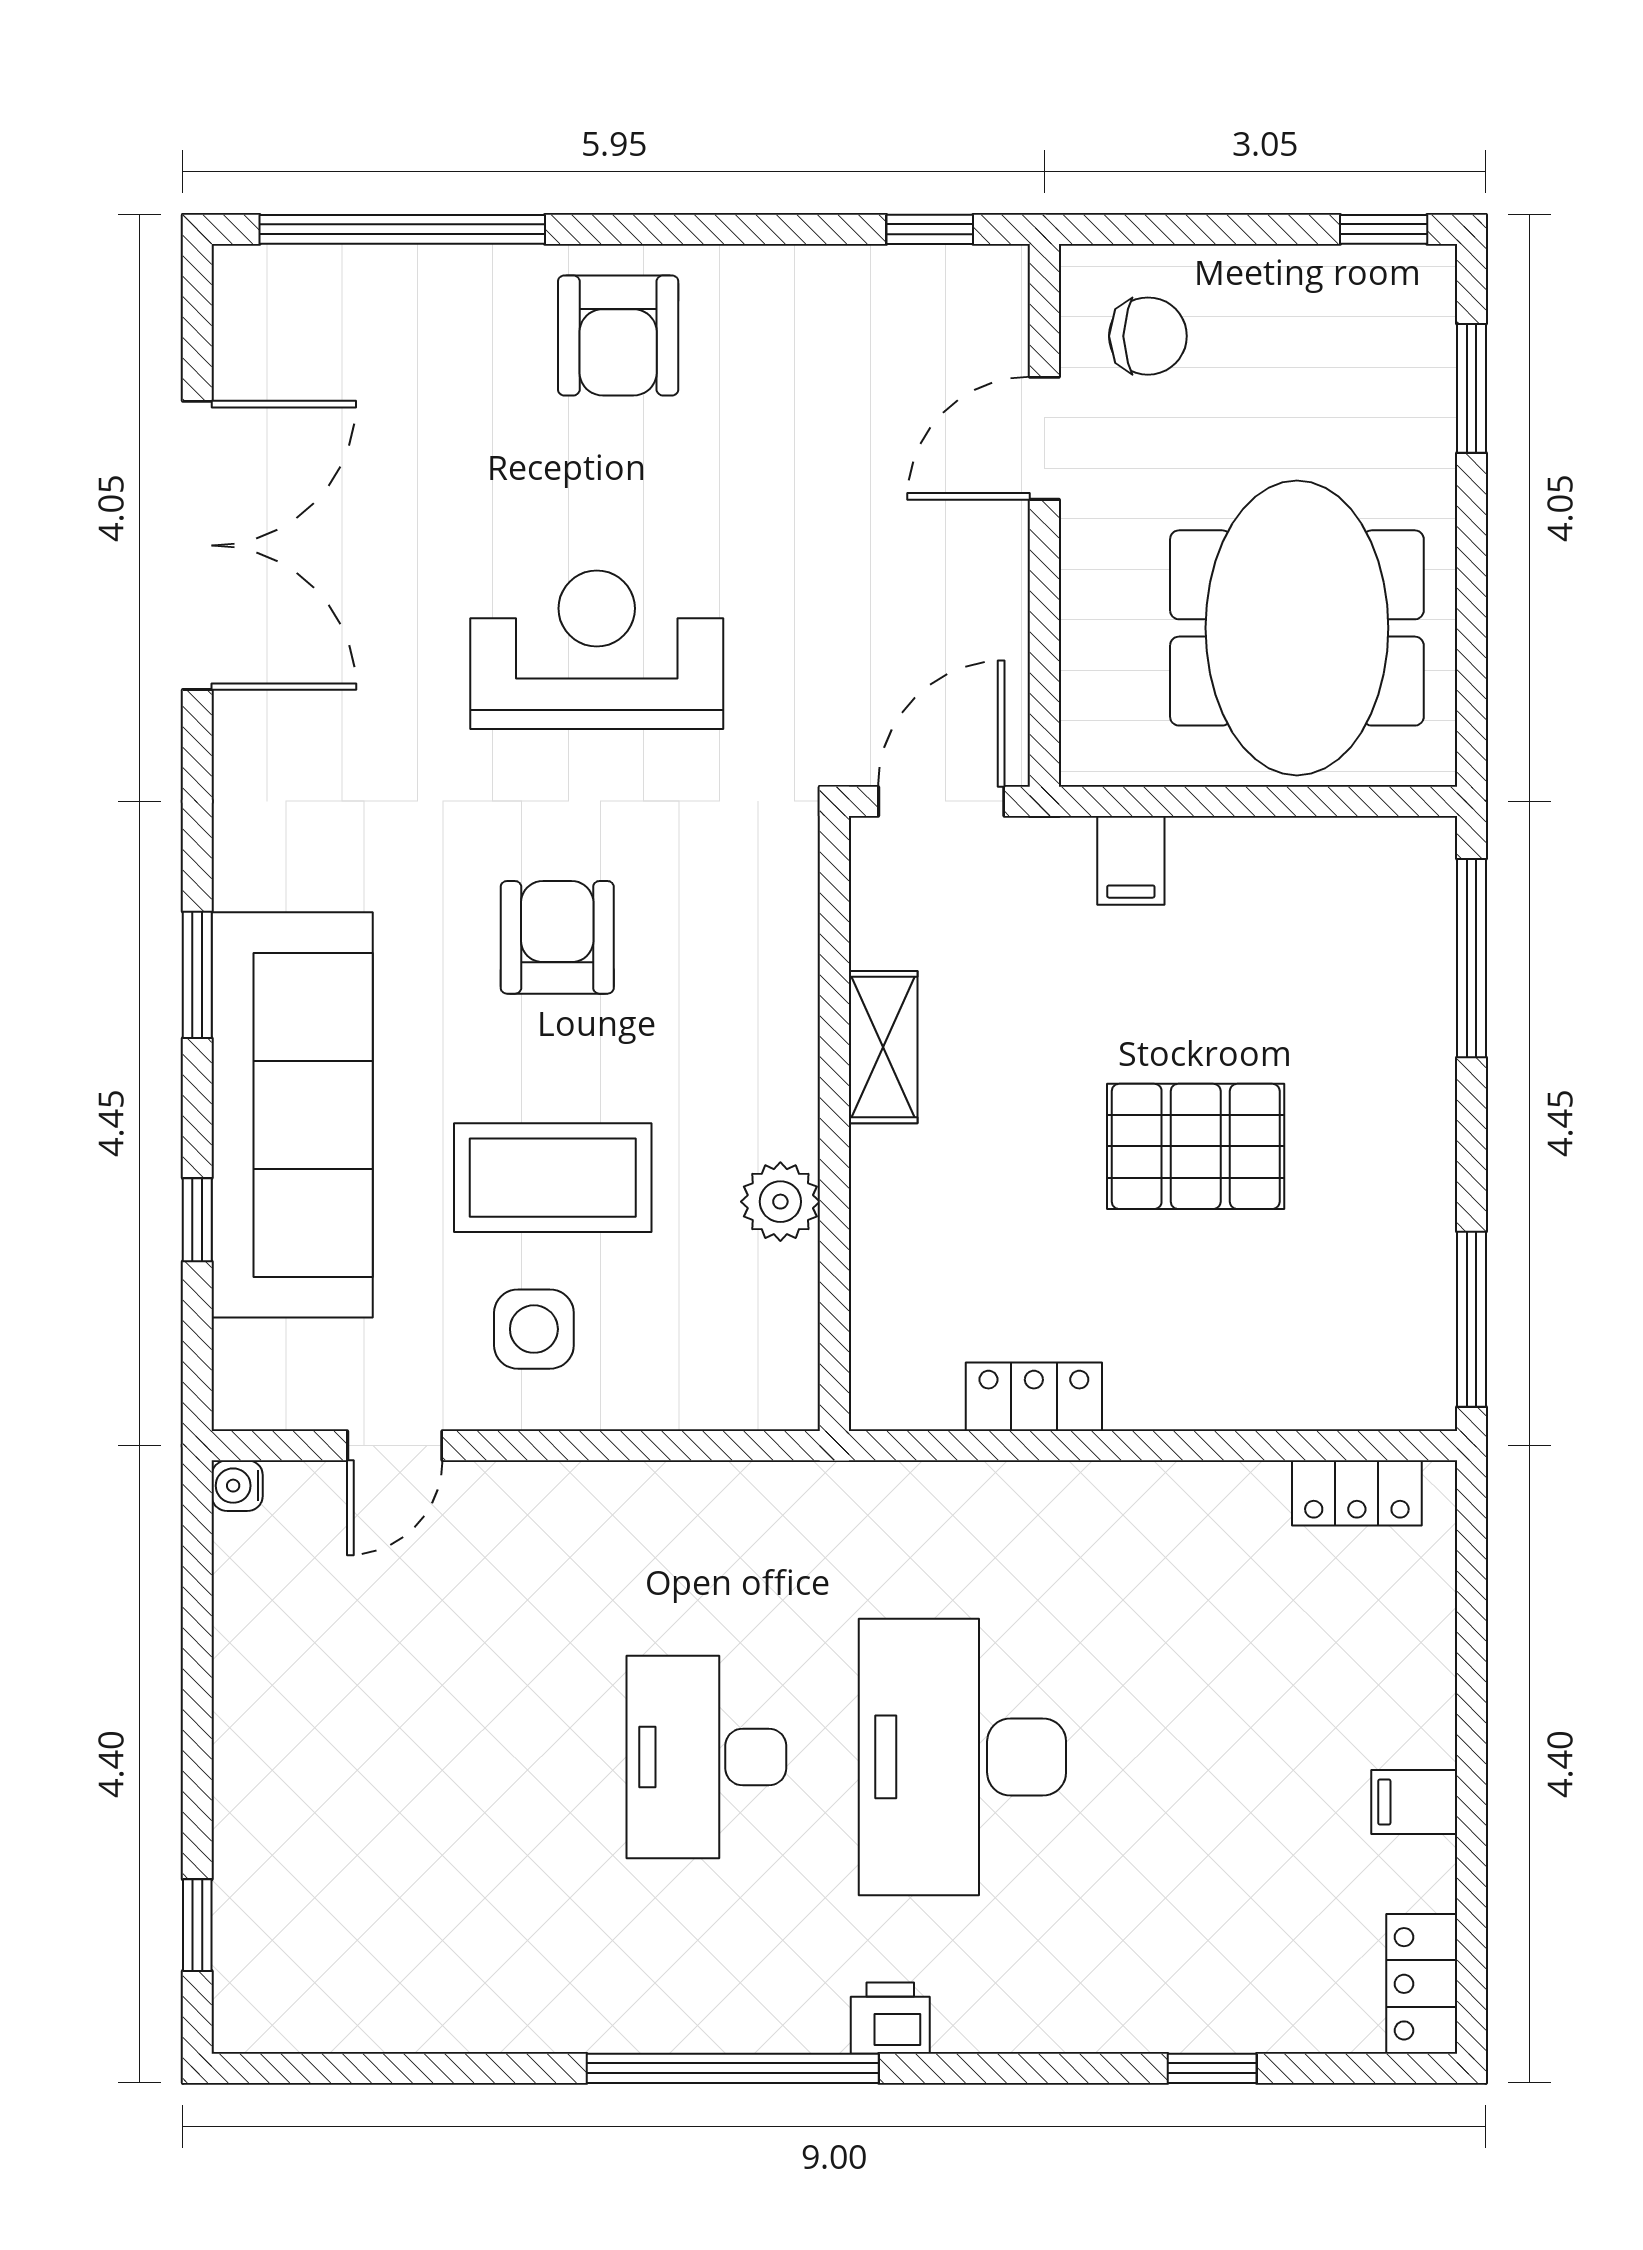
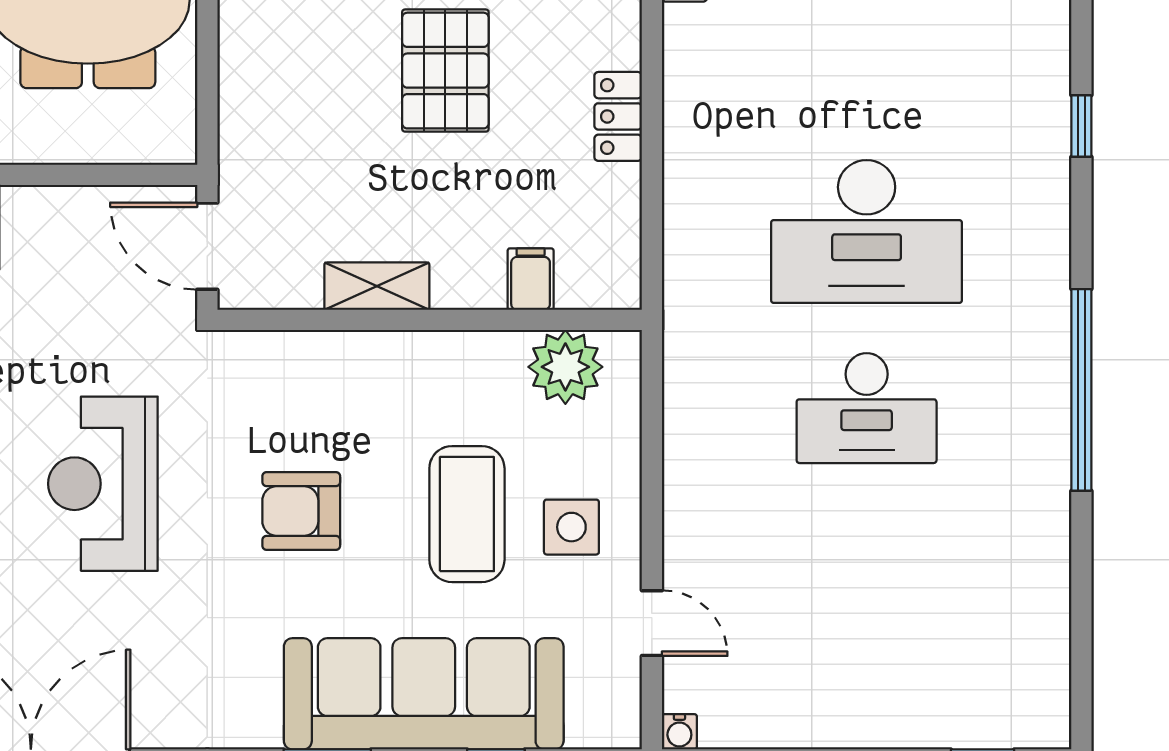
filing cabinet: (1131, 860) -> (531, 279), moved, turned -90
plant: (780, 1202) -> (565, 367), moved, width x1.36, depth x1.36
locker: (1034, 1397) -> (618, 116), moved
printer: (890, 2018) -> (1047, 281), removed
window: (1212, 2068) -> (1081, 126), moved

